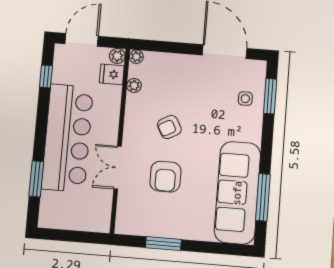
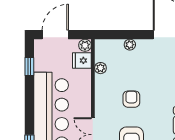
plant: (136, 57) -> (130, 45), moved
armchair: (169, 127) -> (131, 99), turned 118

